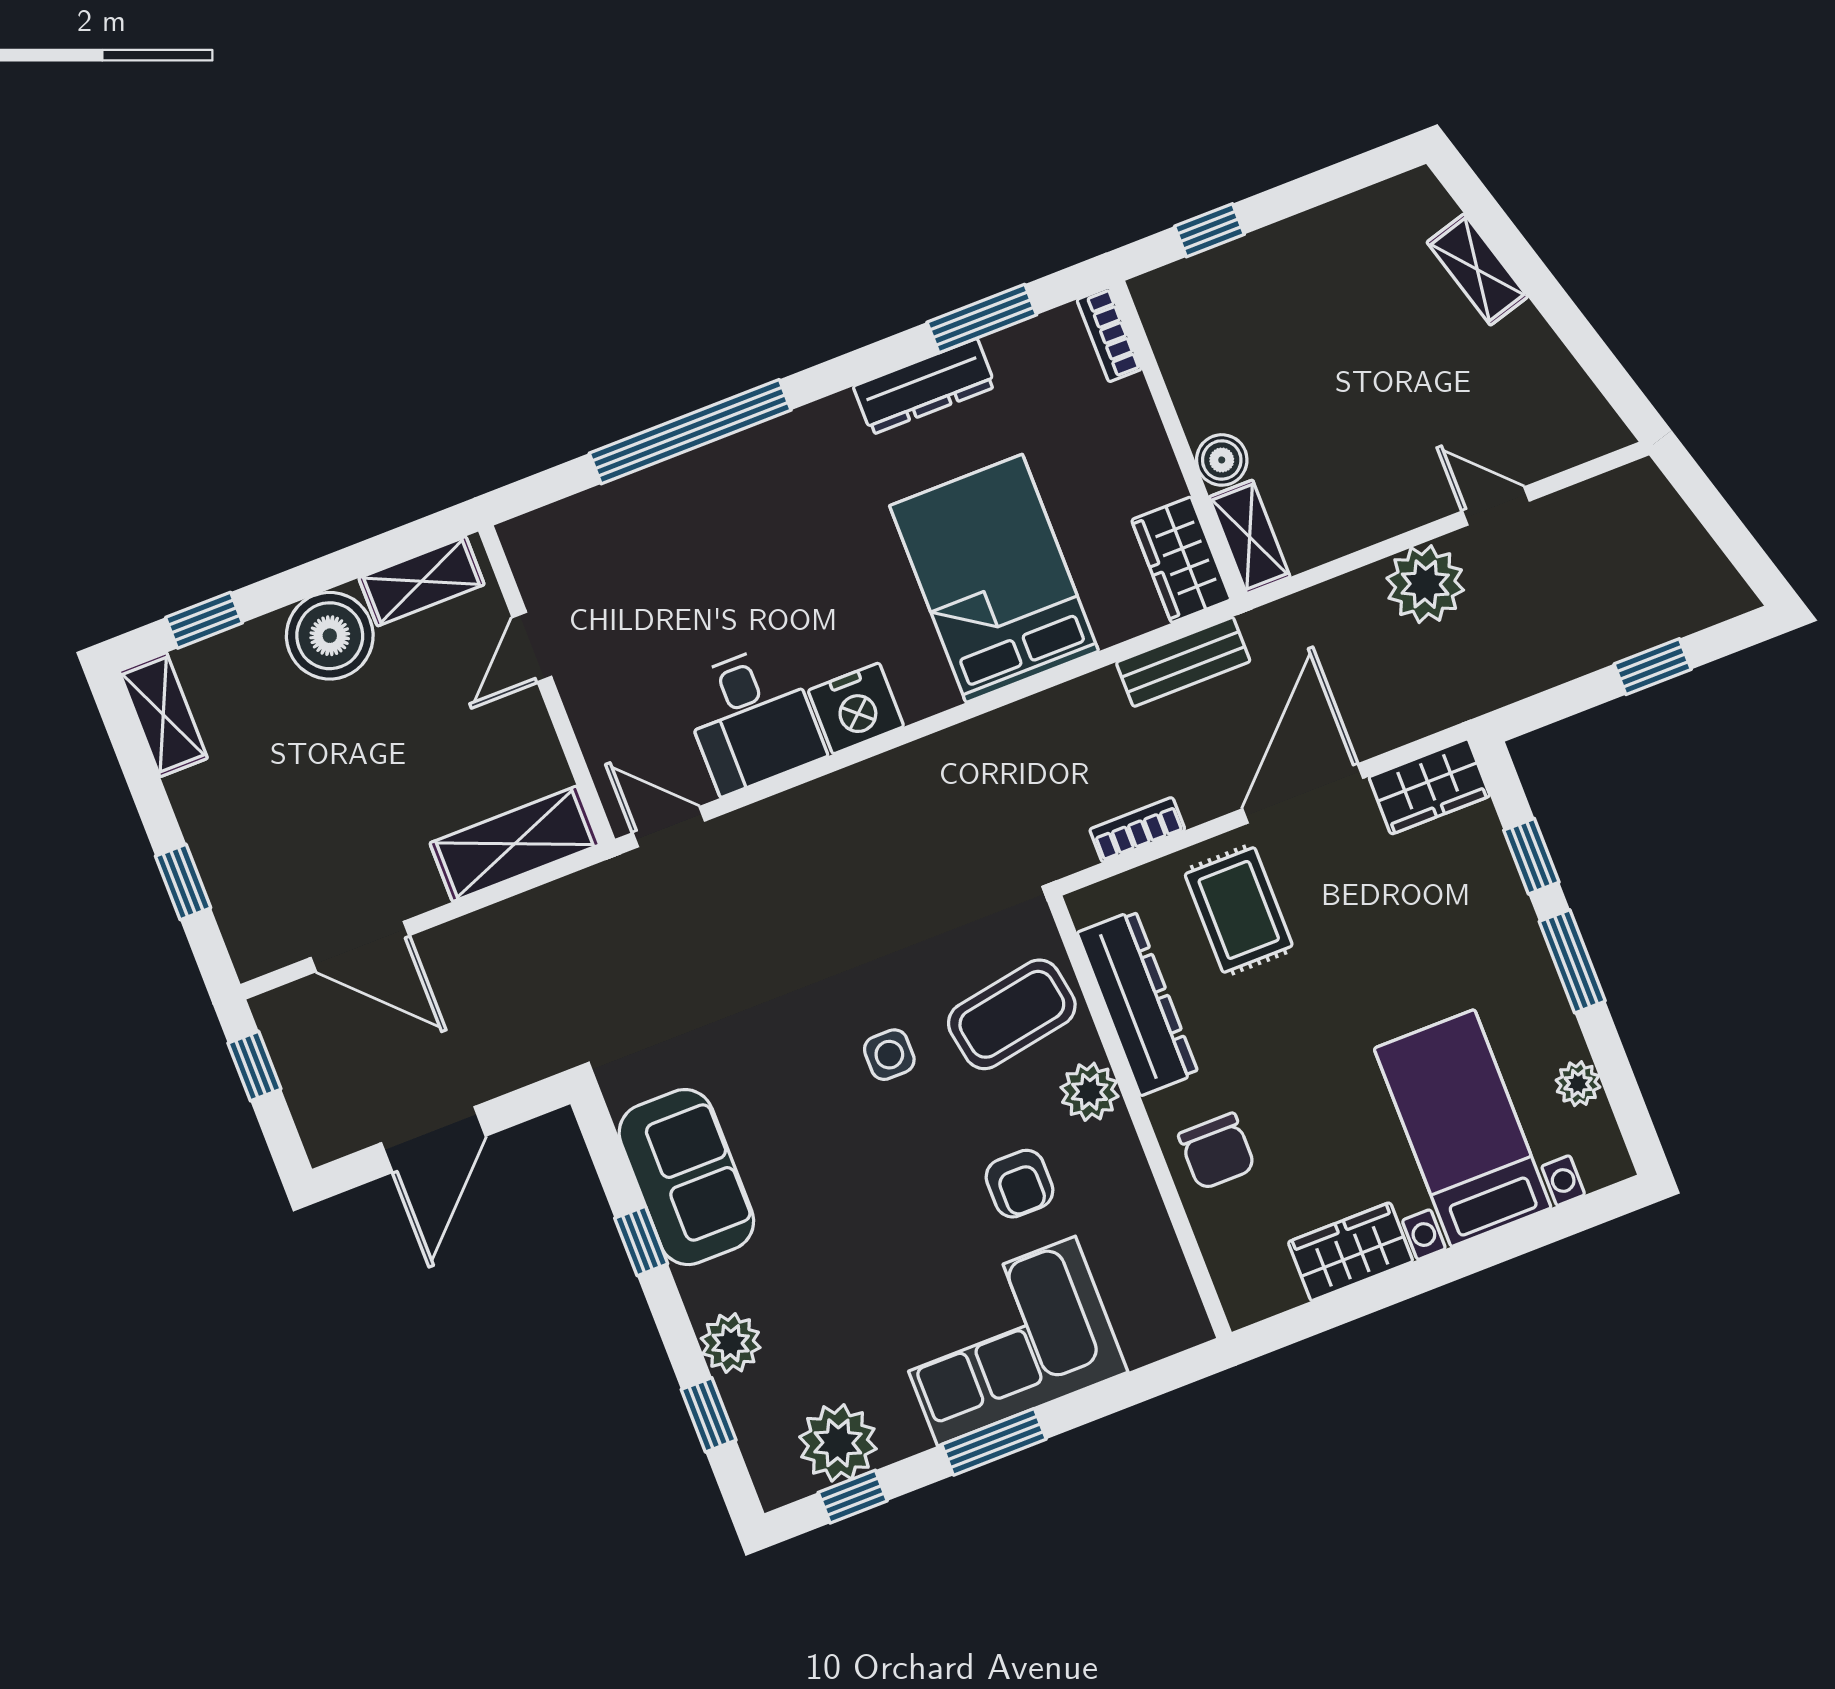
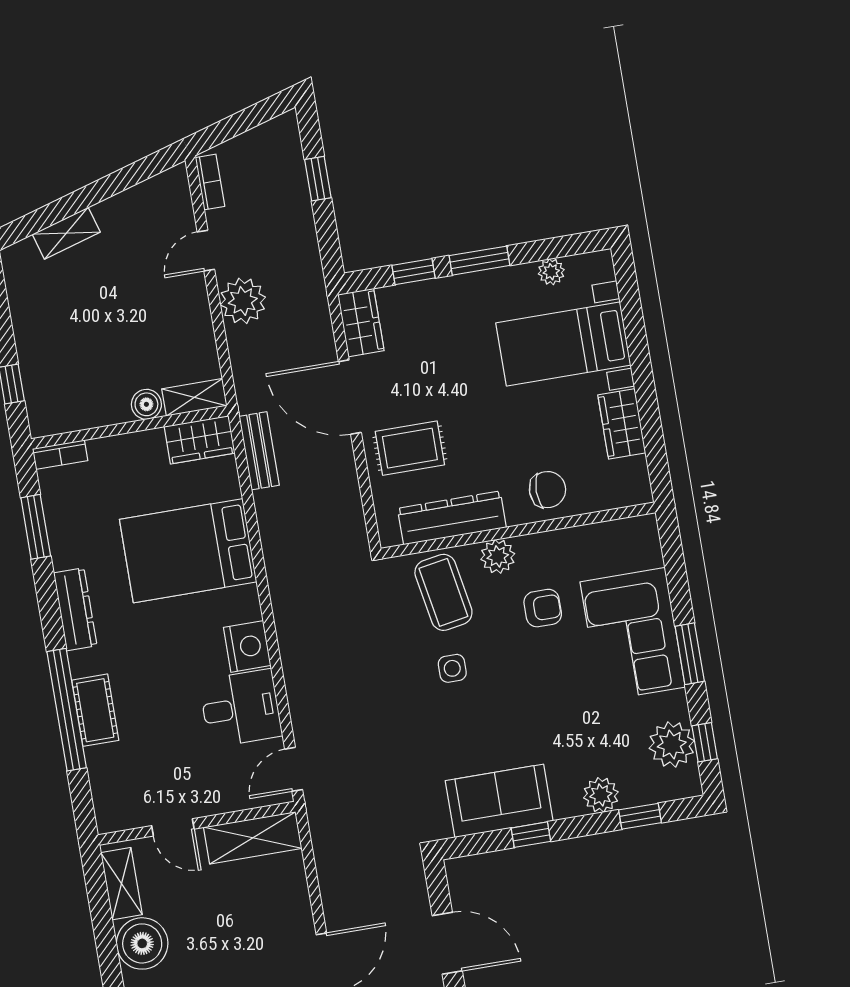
dresser: (924, 387) -> (75, 609), moved
cot: (699, 479) -> (95, 710), added
bookcase: (1137, 830) -> (210, 182), moved, turned 180
shelving: (515, 844) -> (253, 838), moved, turned 90

